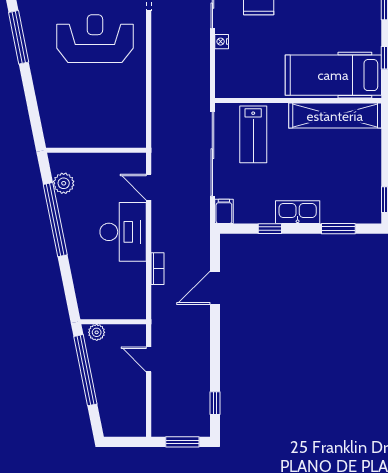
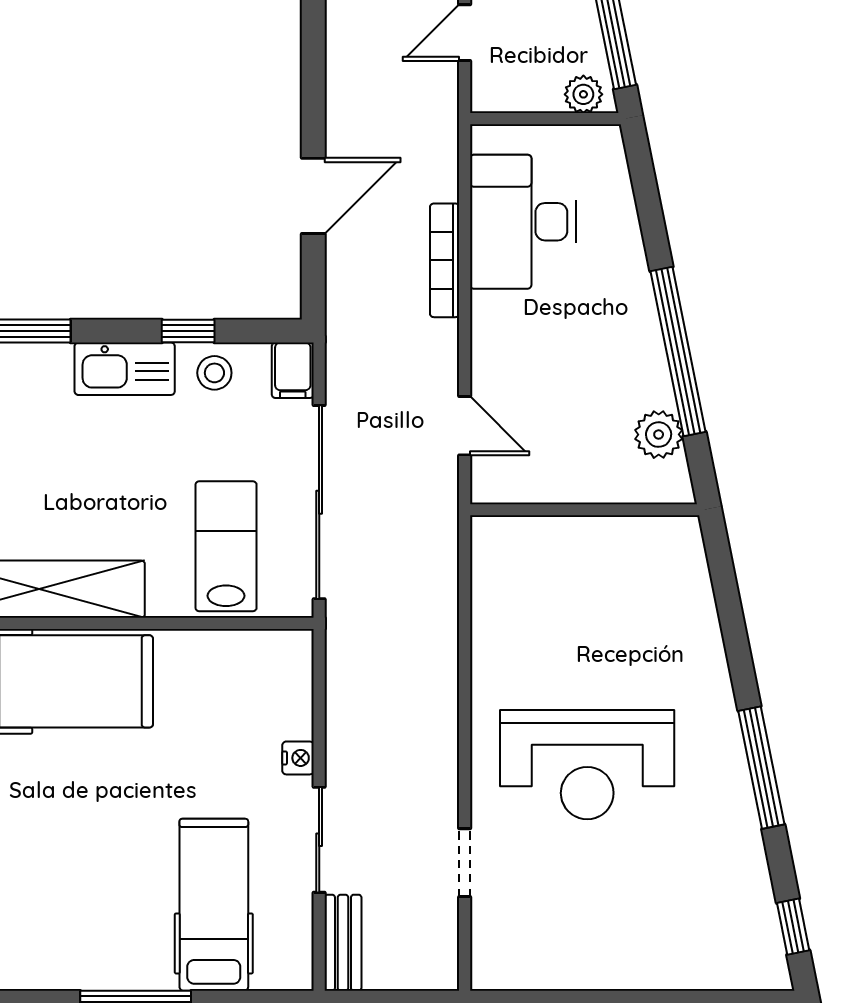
stool: (258, 210) -> (214, 373), added
desk: (123, 232) -> (523, 222), moved
bookcase: (157, 269) -> (445, 260), width x1.56
door: (149, 359) -> (465, 33), swing flipped

